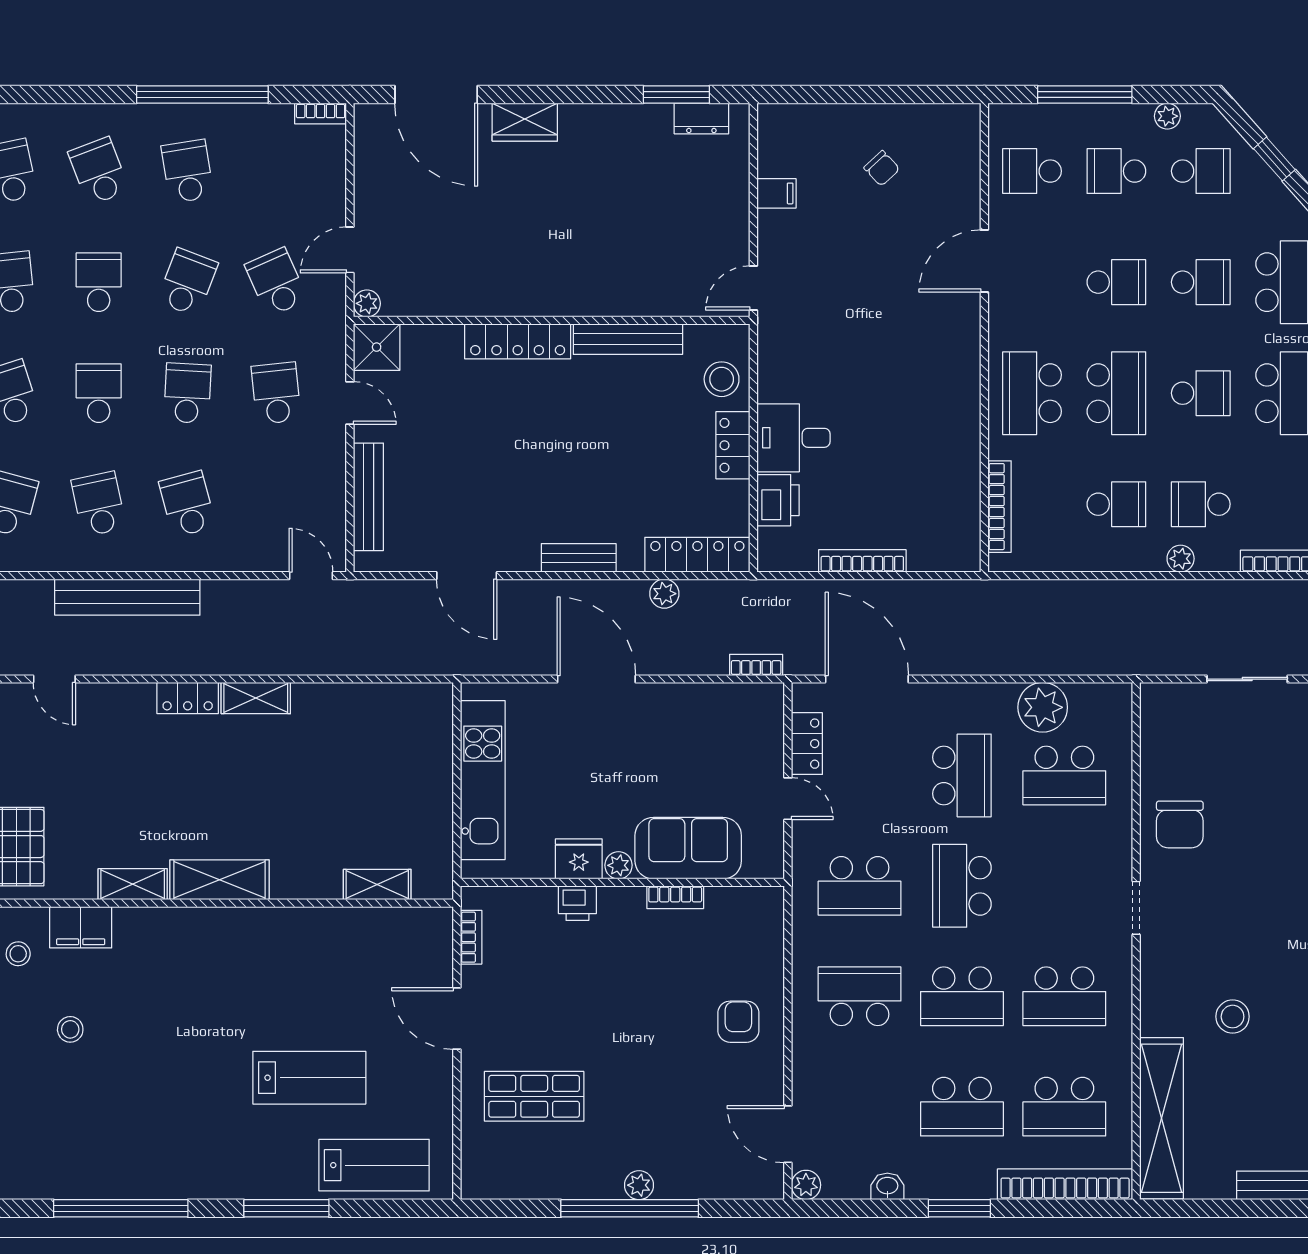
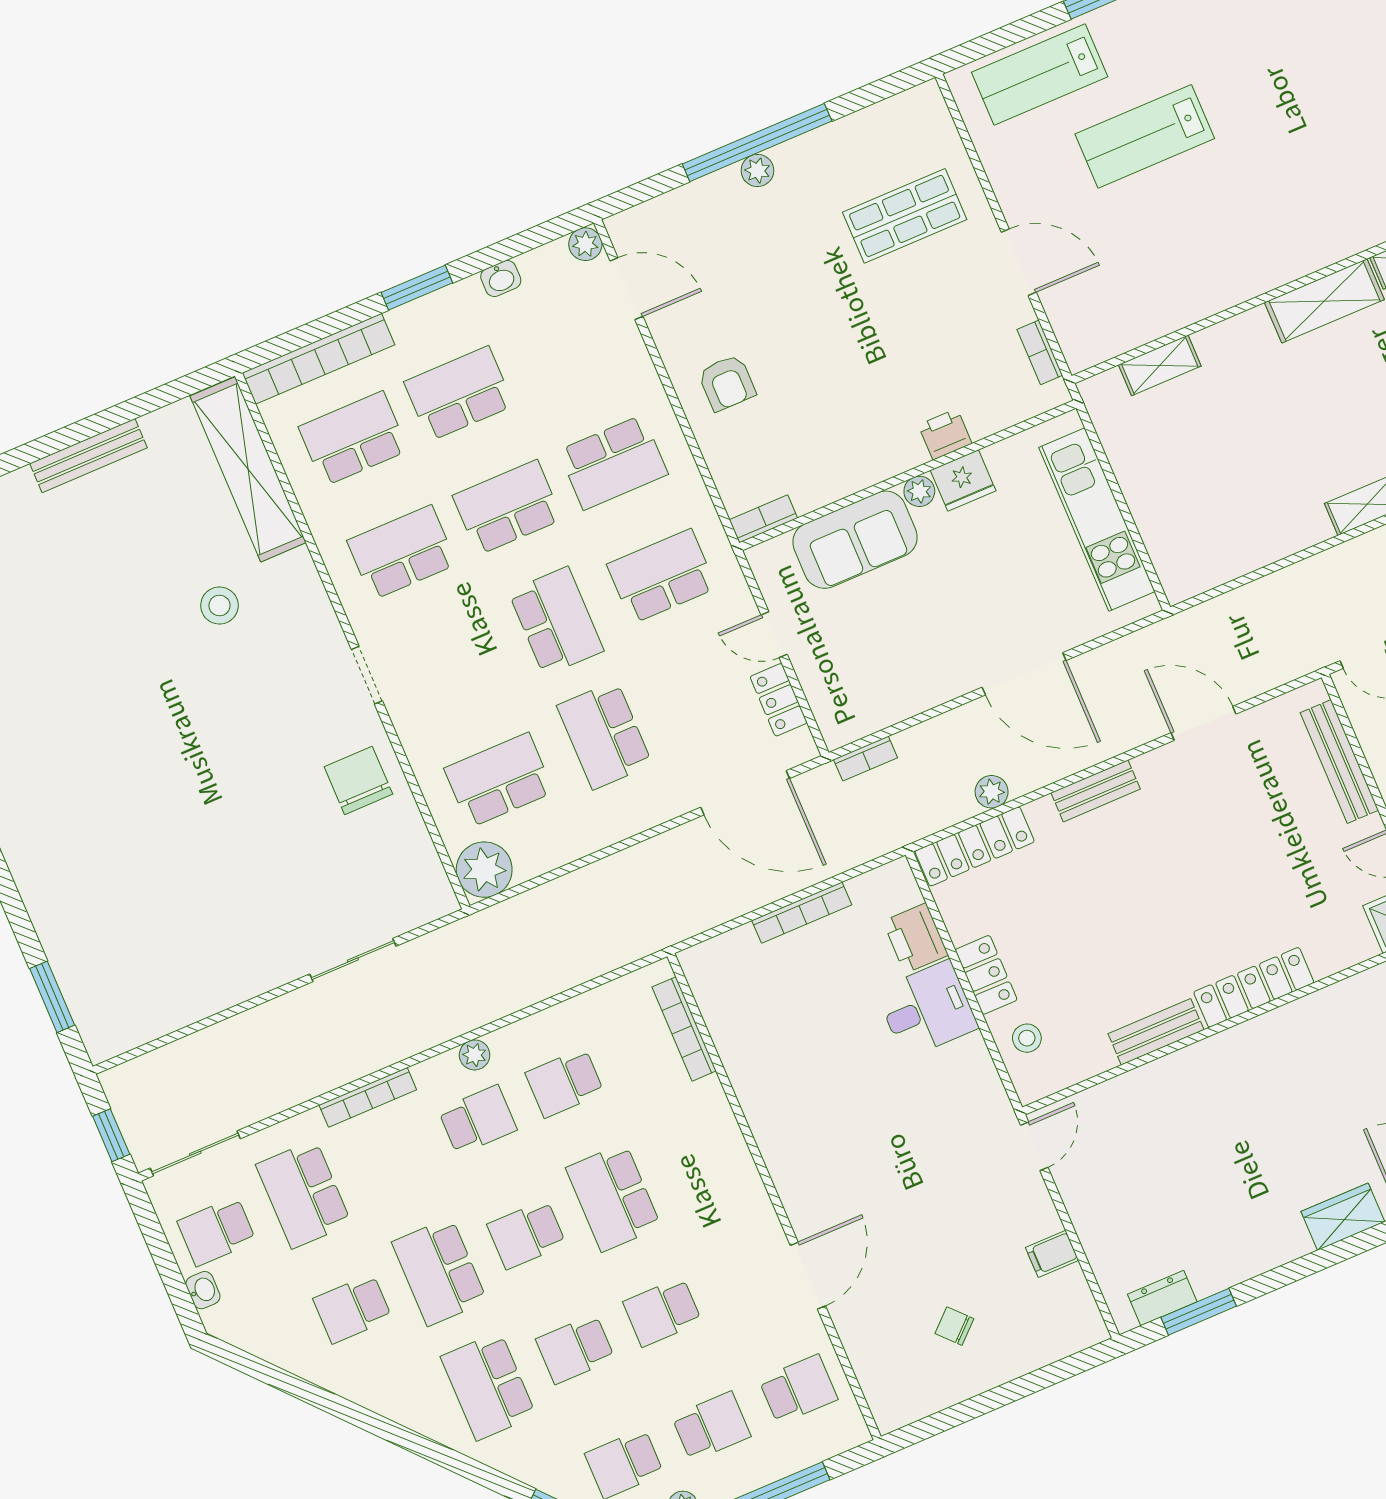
bench: (628, 339) -> (1156, 1032), width x0.73
stool: (722, 379) -> (1027, 1038), width x0.73, depth x0.73
school desk: (1032, 393) -> (700, 1160), removed
plant: (1043, 707) -> (484, 870), moved
bookcase: (675, 897) -> (763, 519), moved

